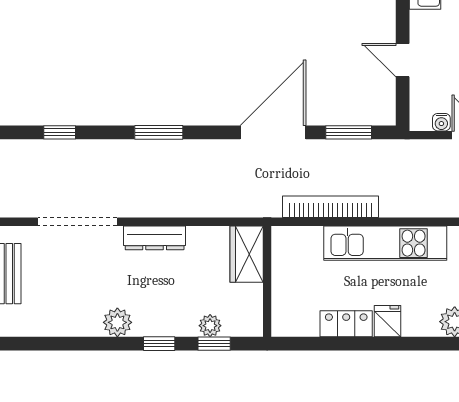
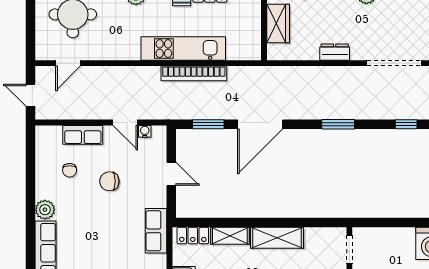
bookcase: (330, 207) -> (194, 73), moved
dresser: (155, 238) -> (335, 52), width x0.70
wardrobe: (247, 254) -> (278, 23), moved

